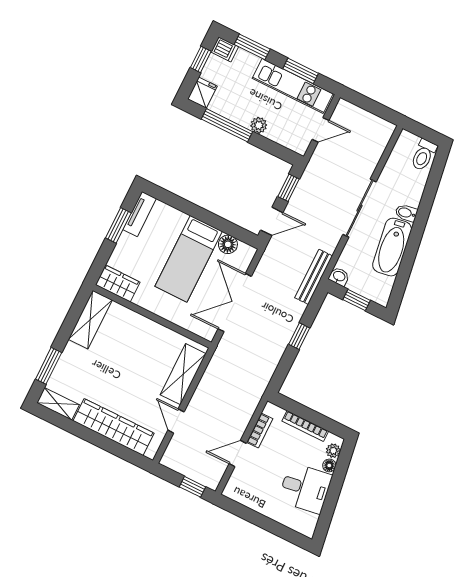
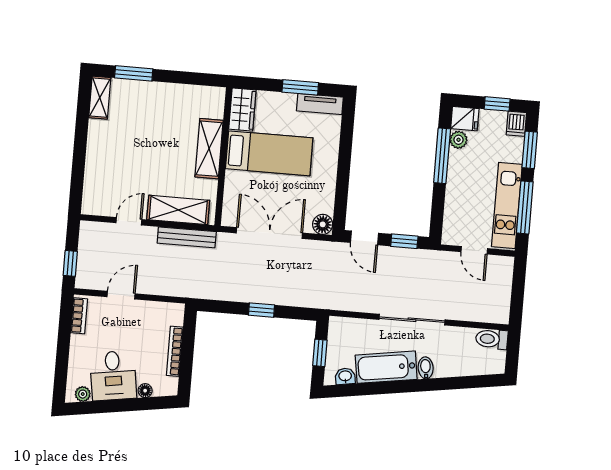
window: (301, 71) -> (525, 207), width x1.44
plant: (259, 125) -> (458, 140), moved
toilet: (424, 155) -> (492, 339), moved
floor lamp: (228, 244) -> (323, 224), moved
bed: (189, 259) -> (269, 153), moved, turned 180
bench: (314, 277) -> (187, 237), moved
washbasin: (339, 277) -> (345, 376), moved, turned -99
shelving: (90, 320) -> (209, 149), moved, turned 90
wardrobe: (114, 427) -> (99, 162), removed
bookcase: (260, 431) -> (79, 316), moved, turned -90
plant: (333, 451) -> (83, 394), moved
door: (238, 453) -> (121, 295), hinge flipped

